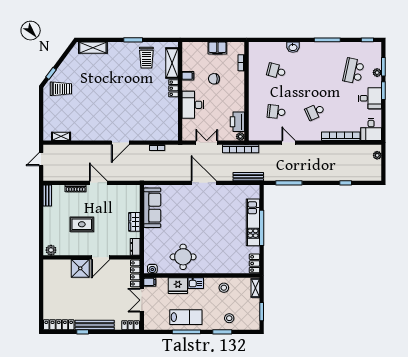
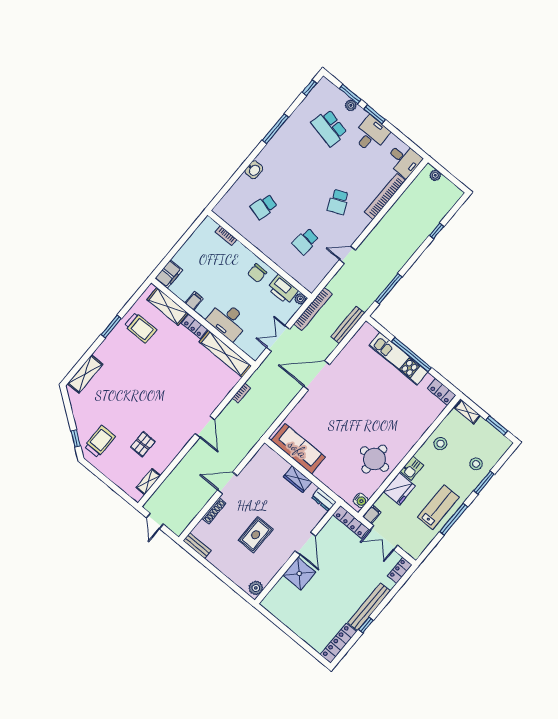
filing cabinet: (217, 48) -> (169, 274), moved
chair: (214, 79) -> (257, 273), moved
pallet: (80, 115) -> (143, 444), added
shelving: (172, 119) -> (225, 354), added

